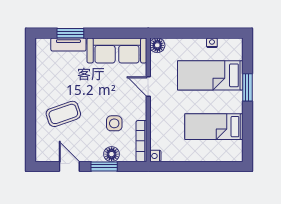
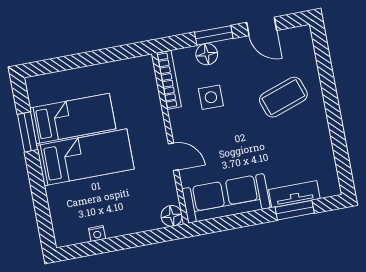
bed: (210, 75) -> (85, 157), moved
window: (247, 87) -> (27, 132), moved
nightstand: (155, 156) -> (146, 63), removed

